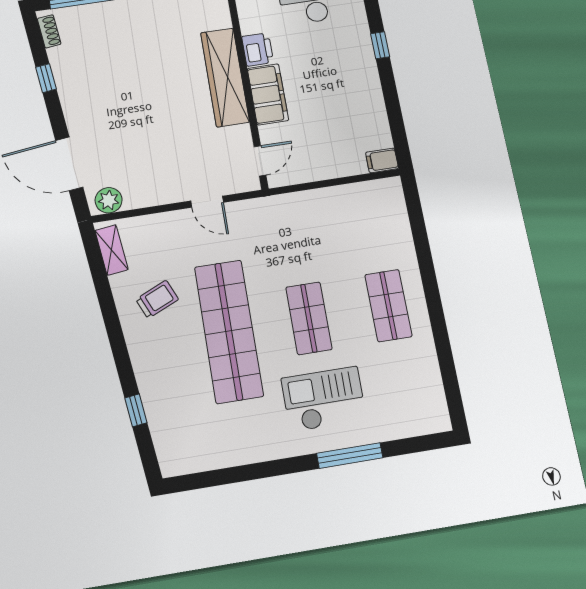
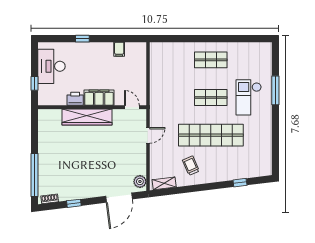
filing cabinet: (382, 160) -> (119, 49), moved

